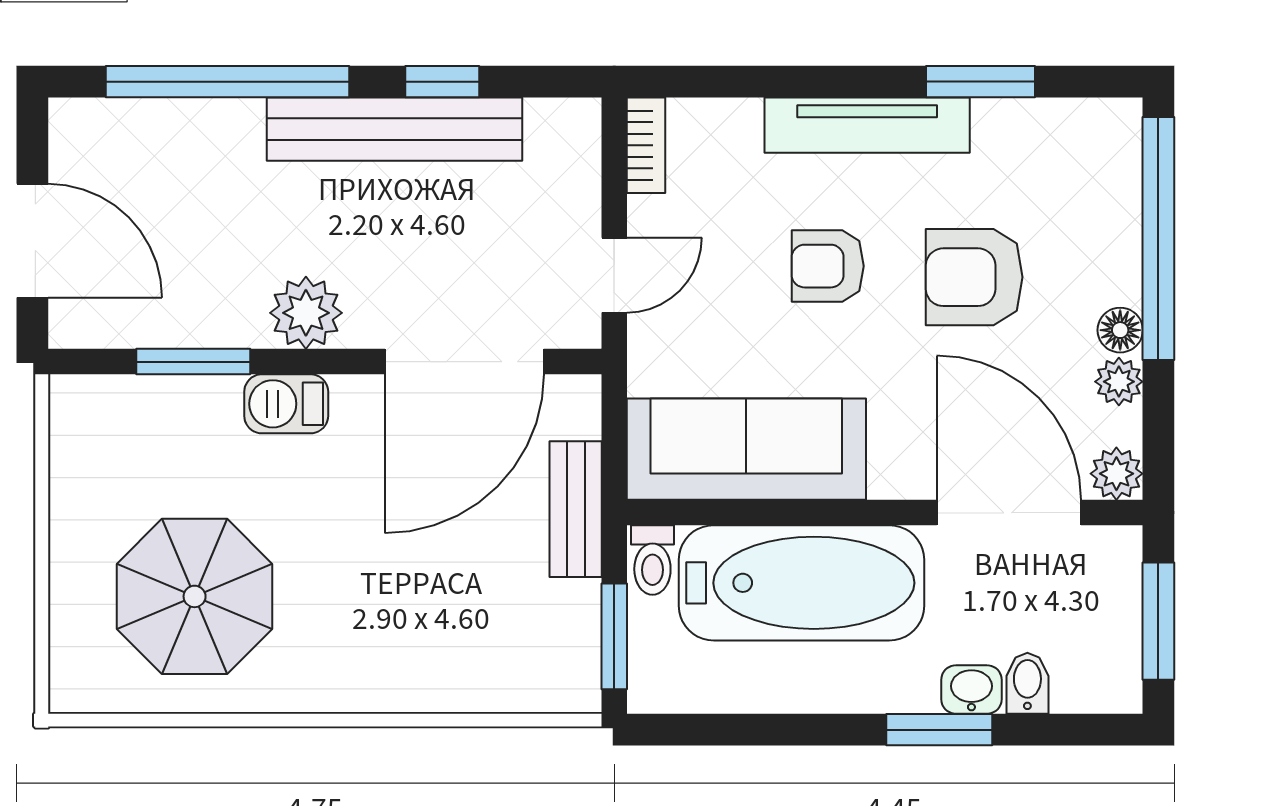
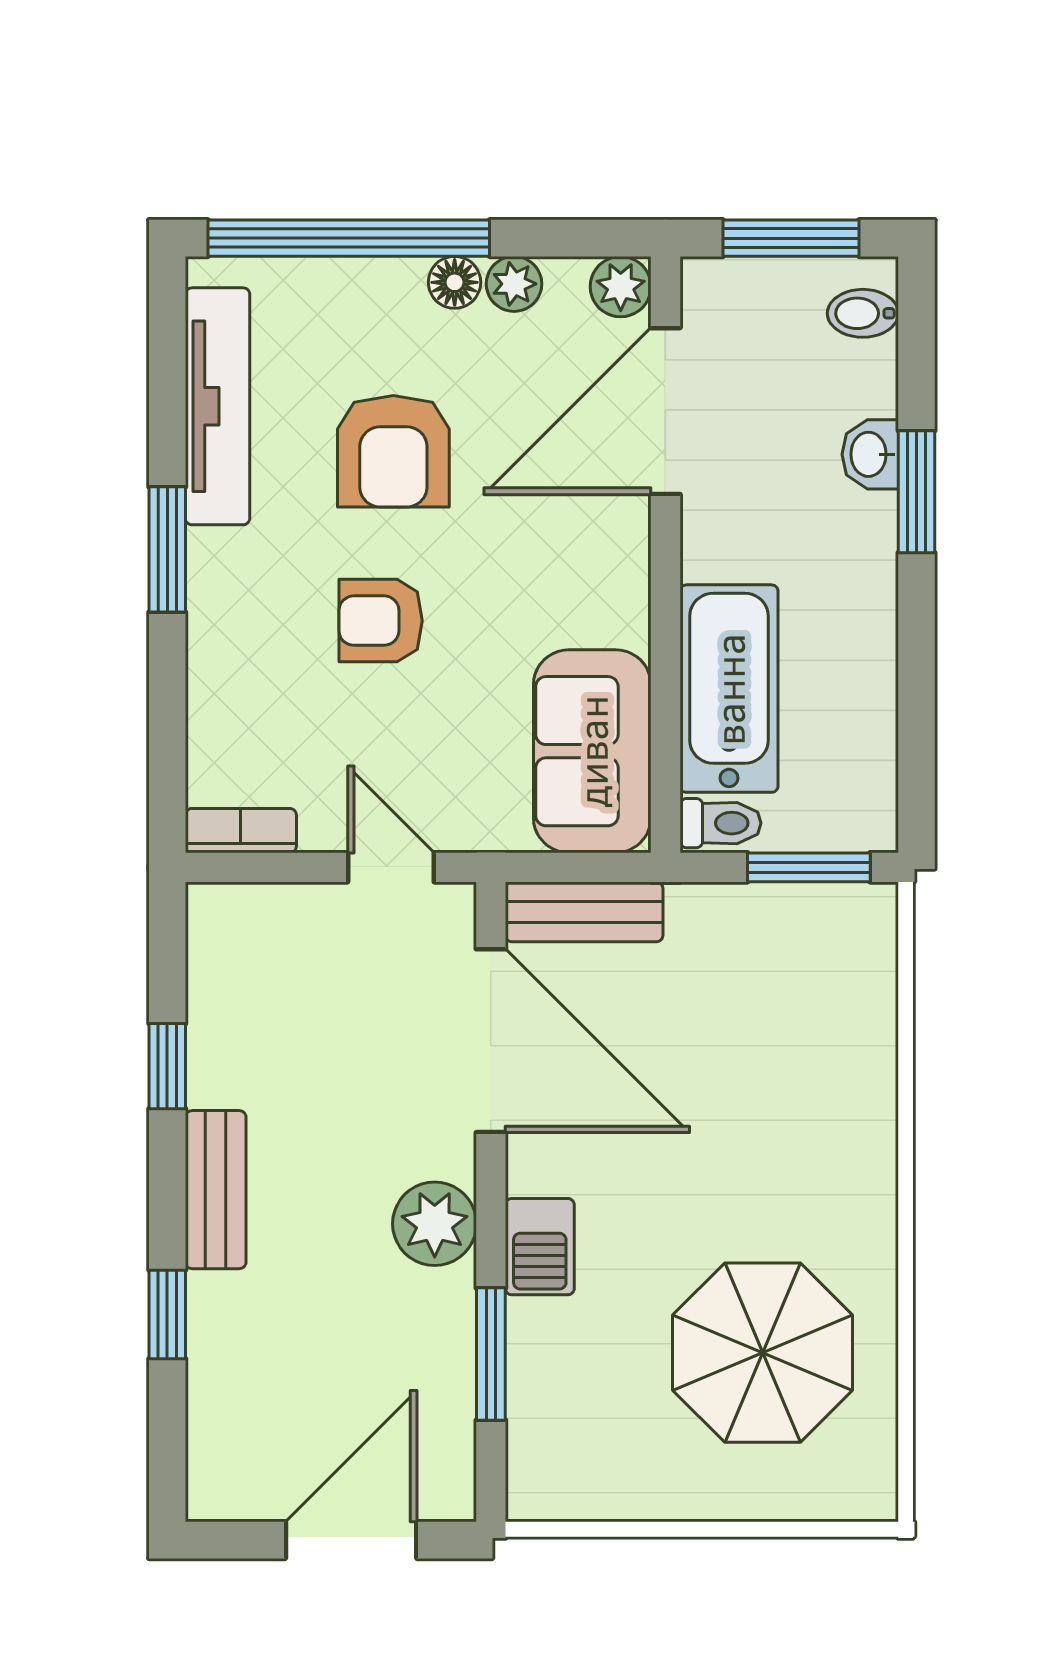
window: (228, 82) -> (167, 1314), width x0.32
window: (981, 82) -> (167, 549), moved
tv unit: (867, 125) -> (218, 406), moved
bench: (395, 129) -> (216, 1190), width x0.54, depth x0.82
armchair: (828, 266) -> (381, 621), turned 90
sofa: (746, 449) -> (592, 751), width x0.73
bench: (576, 509) -> (584, 912), moved
bathtub: (802, 583) -> (729, 689), width x0.73, depth x0.73
bidet: (1027, 683) -> (863, 313), moved

